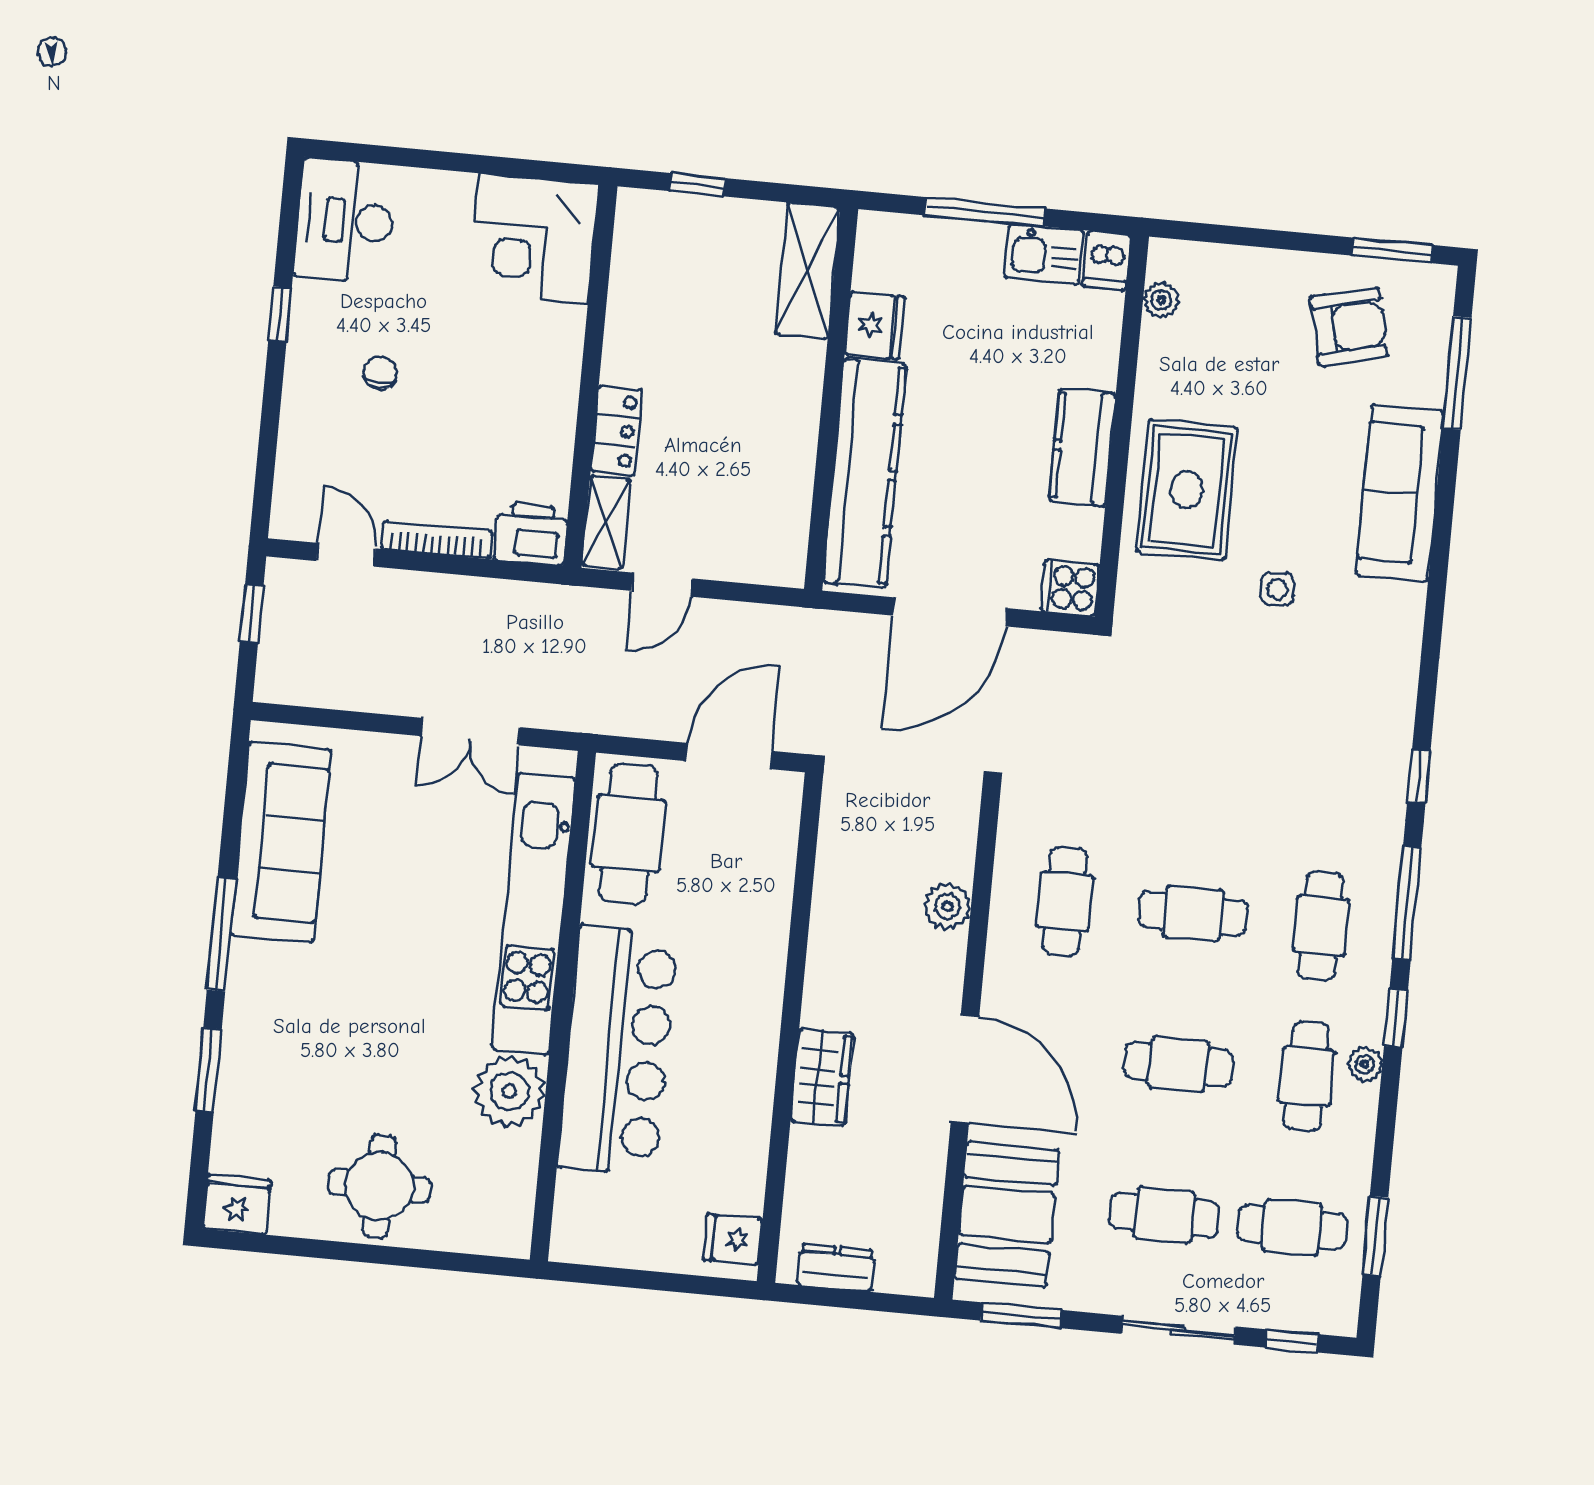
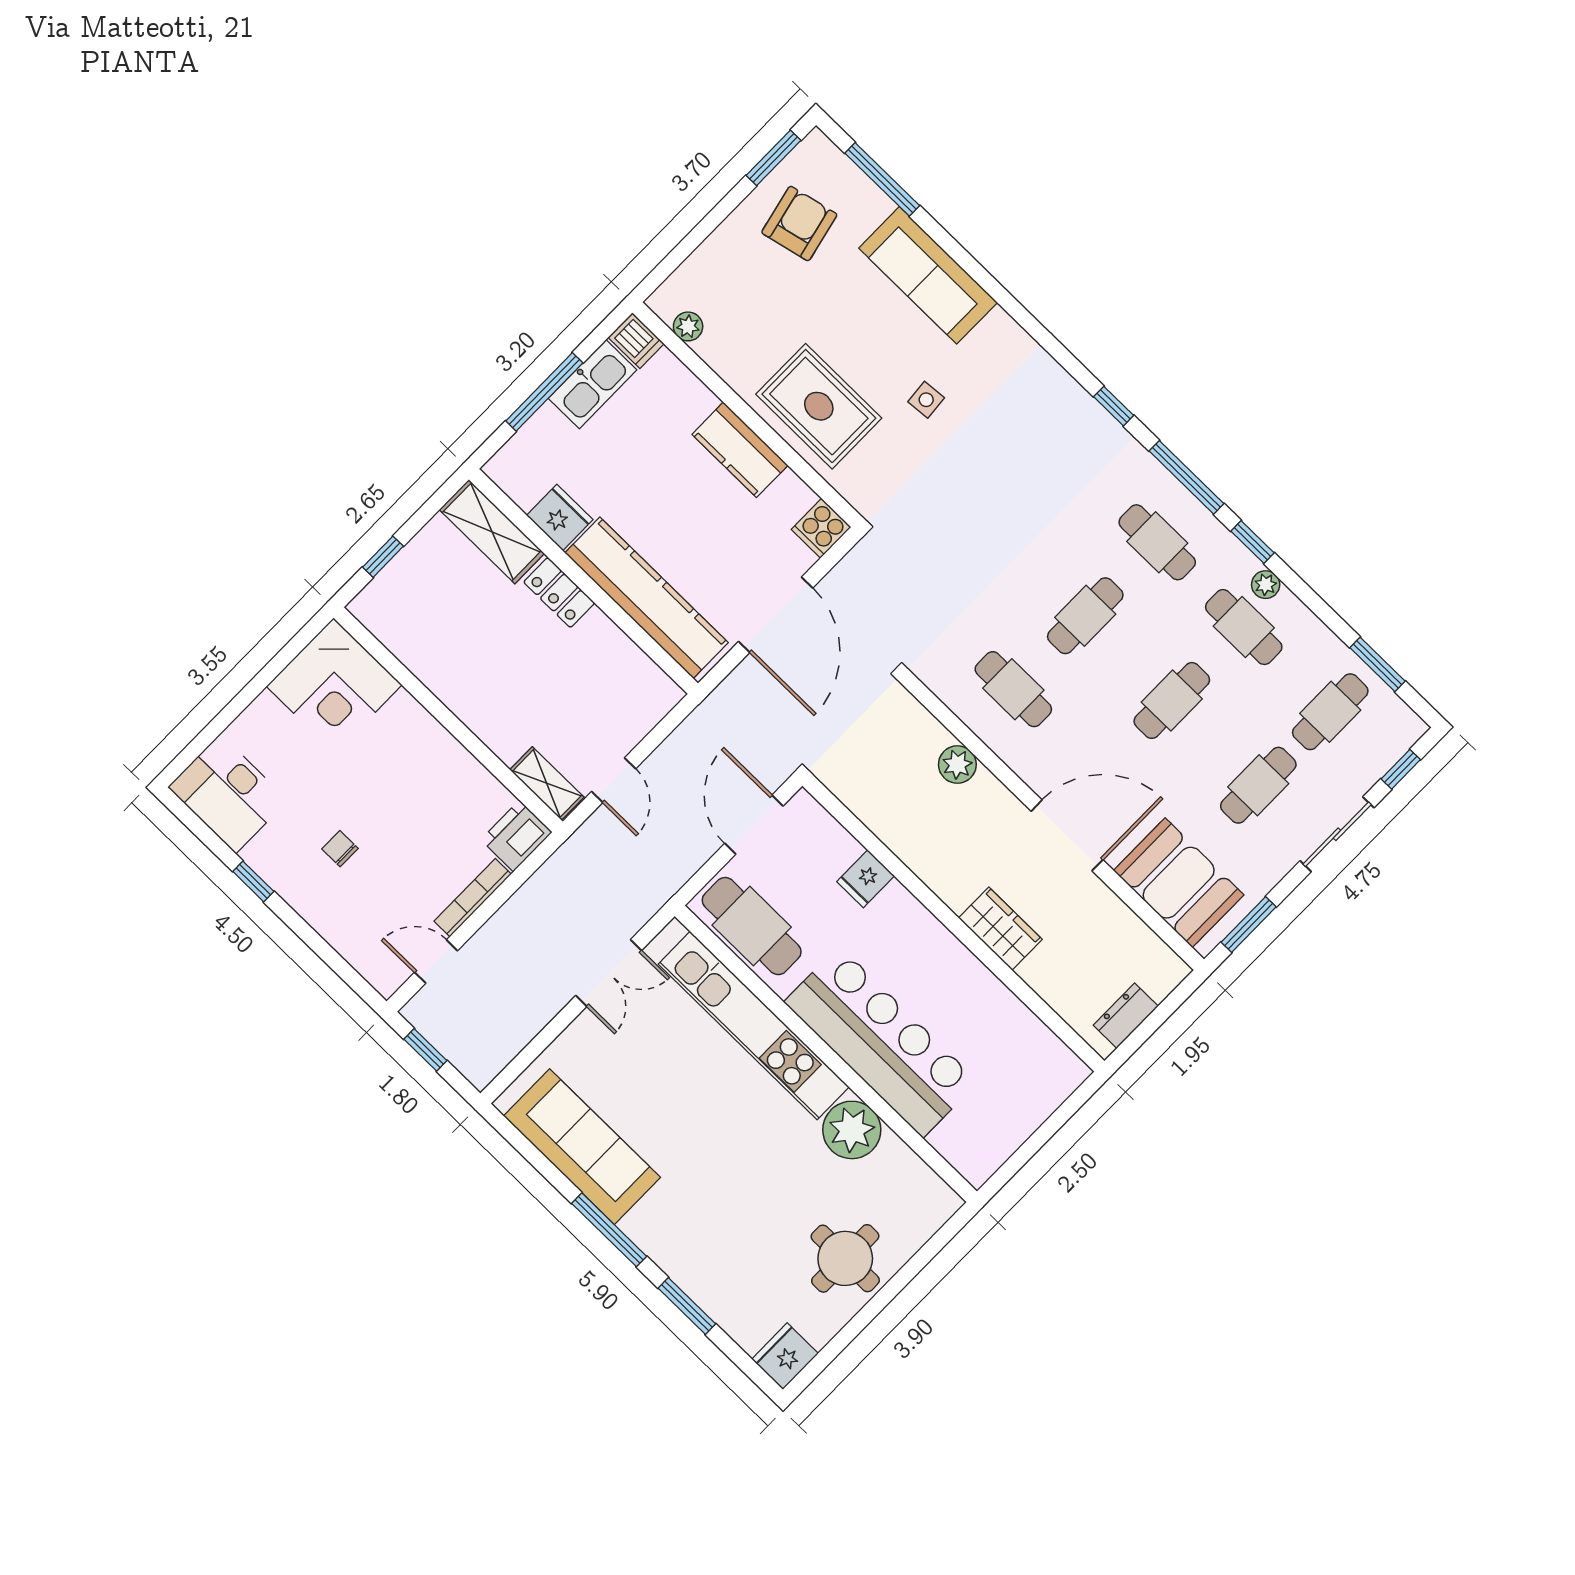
kitchen sink: (1044, 254) -> (593, 384), width x1.38
locker: (616, 431) -> (559, 593), moved, turned 180
fridge: (733, 1239) -> (866, 879), moved

